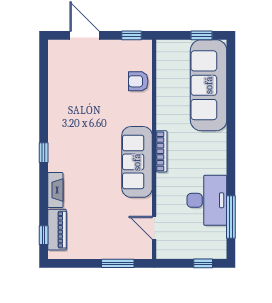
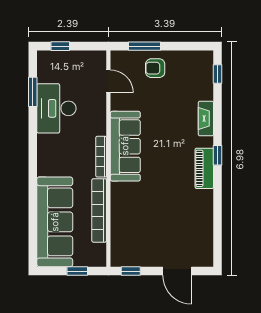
window: (201, 35) -> (77, 271), moved
armchair: (138, 81) -> (155, 68), moved, turned 180
bookcase: (164, 97) -> (99, 210), added
window: (231, 217) -> (33, 92), width x0.69
piano: (57, 230) -> (204, 168), moved

